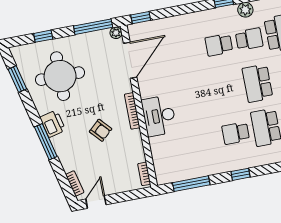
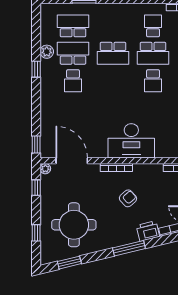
window: (93, 27) -> (36, 188), width x0.46
school desk: (249, 39) -> (73, 53), width x1.85
desk: (159, 116) -> (131, 141), width x1.36, depth x1.30
printer: (53, 124) -> (148, 231), moved

